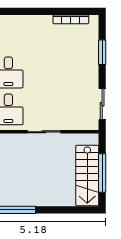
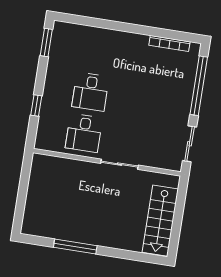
window: (102, 52) -> (199, 86), width x2.11
window: (102, 173) -> (177, 221), removed

